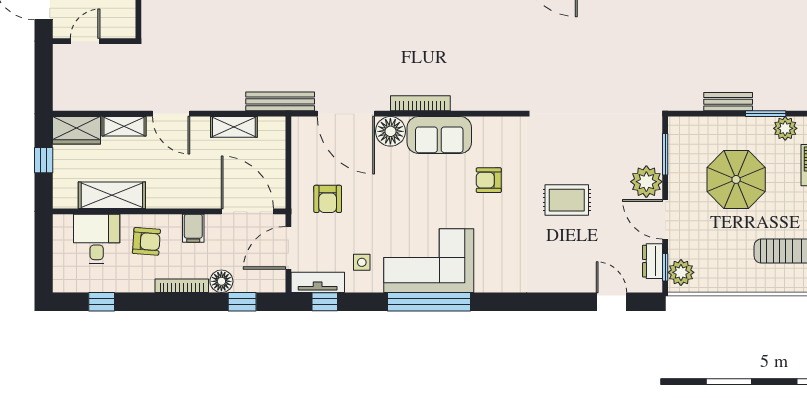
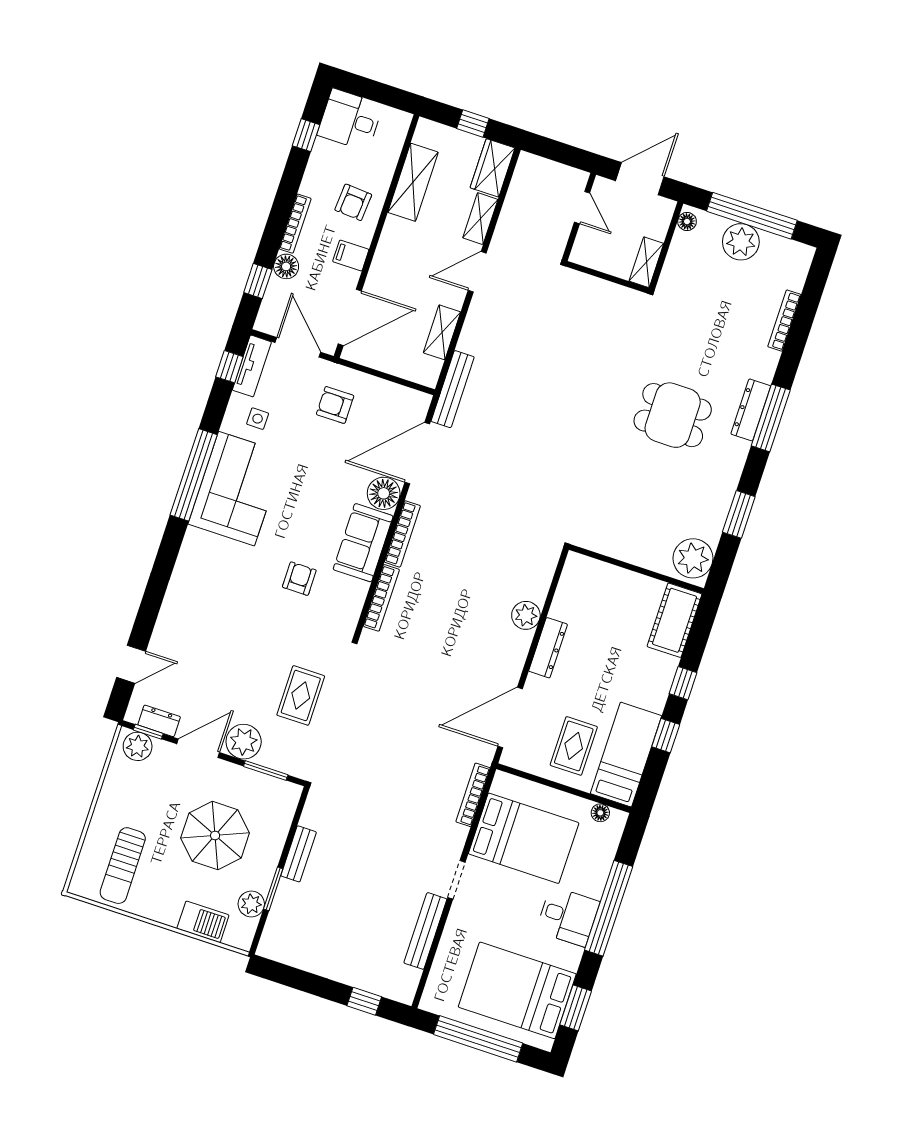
bookcase: (482, 103) -> (381, 598), added
rug: (567, 200) -> (301, 695), moved
desk: (97, 239) -> (350, 120), moved, turned 180

